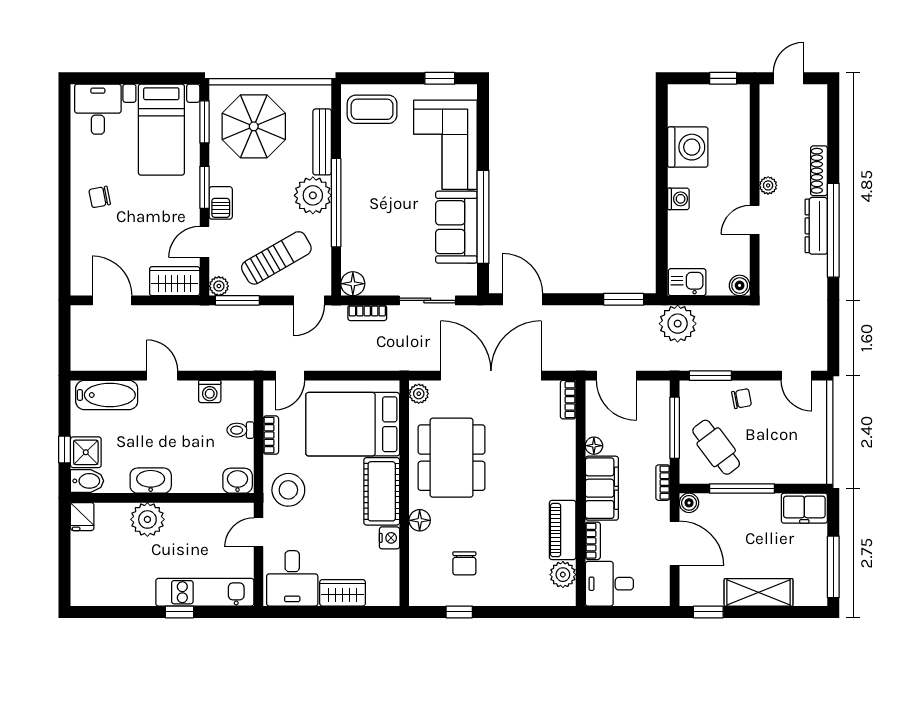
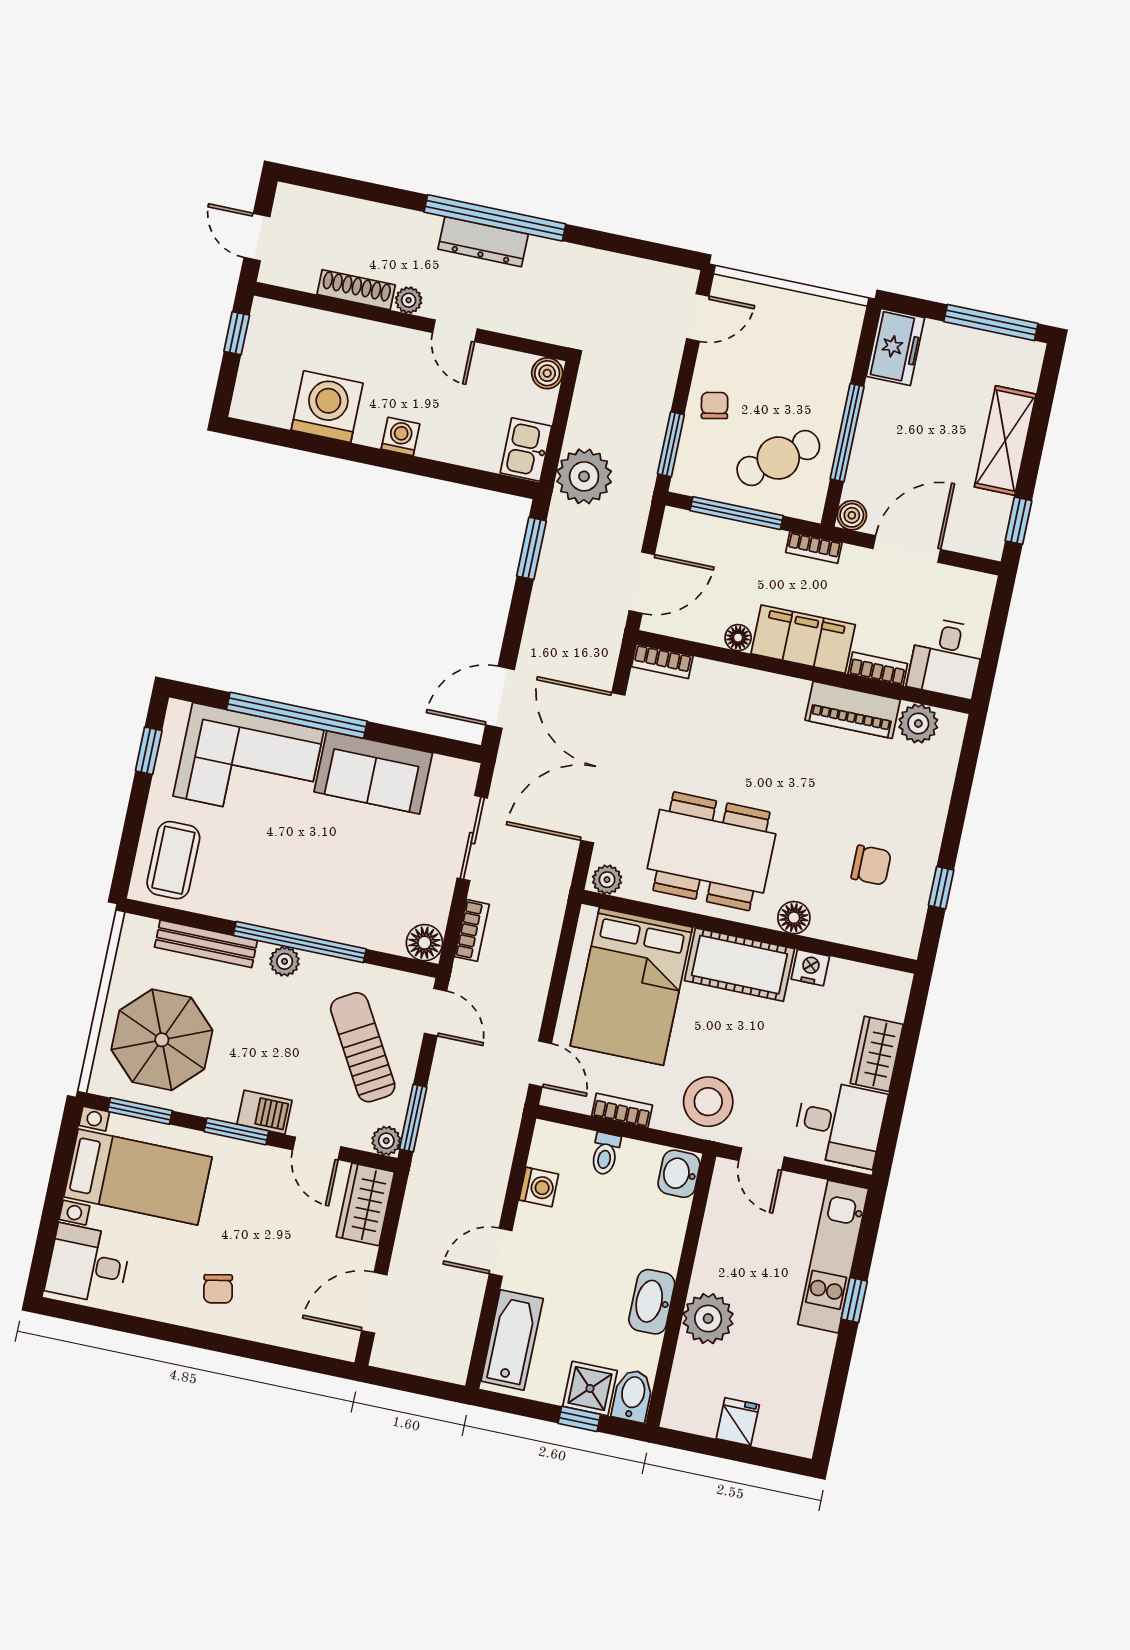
shoe rack: (819, 171) -> (356, 290), moved, turned 180
plant: (313, 195) -> (285, 961), width x0.53, depth x0.53
window: (483, 217) -> (297, 715), moved
fridge: (82, 517) -> (738, 1422), moved, turned -90

